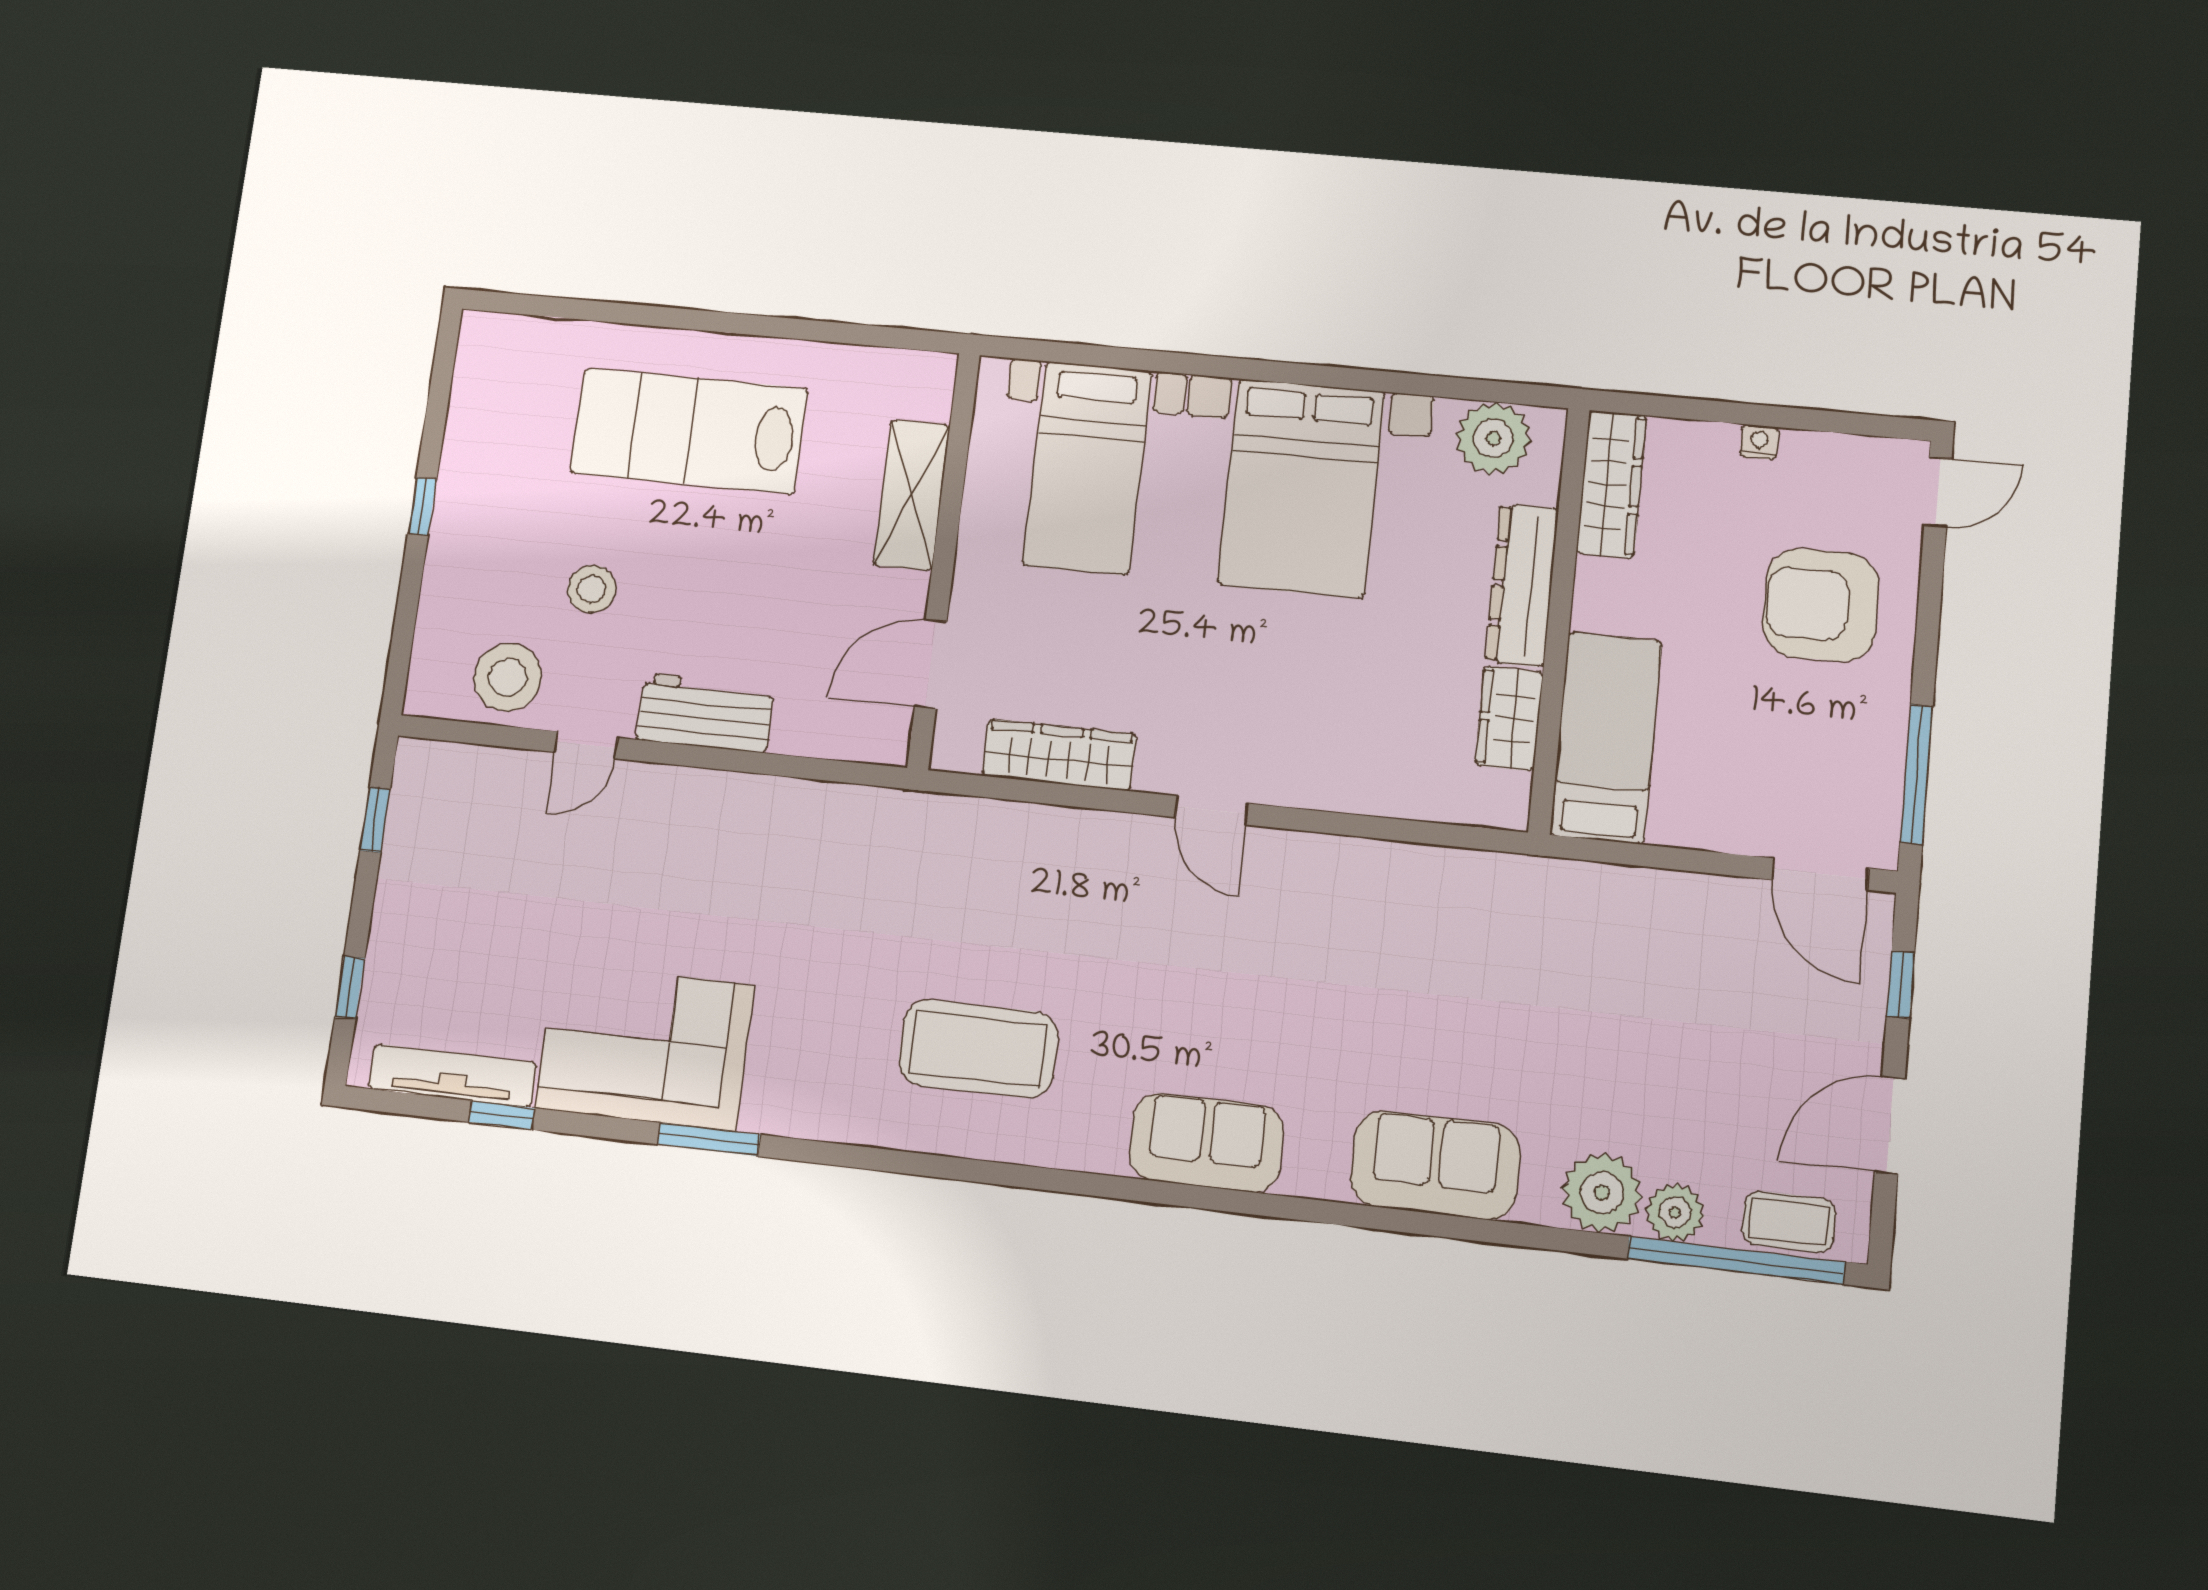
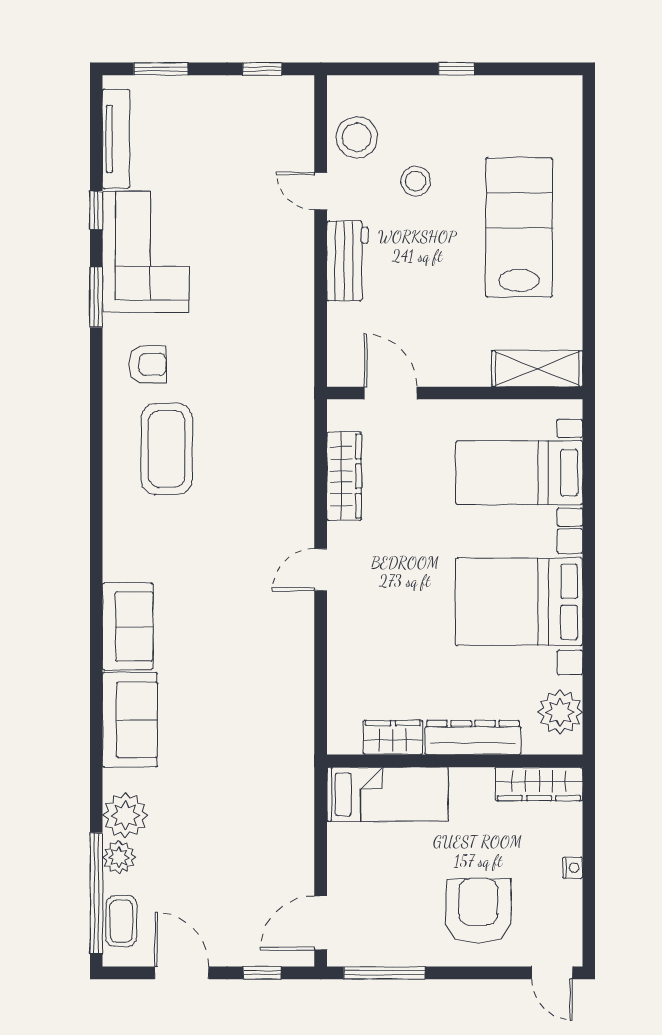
shelving: (912, 495) -> (537, 369), moved
window: (350, 987) -> (161, 69), width x1.50
armchair: (832, 1065) -> (147, 364), added
window: (502, 1115) -> (96, 210), moved
sofa: (1206, 1143) -> (128, 626), moved

